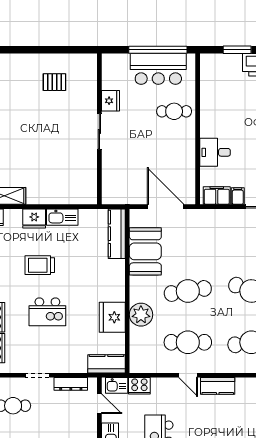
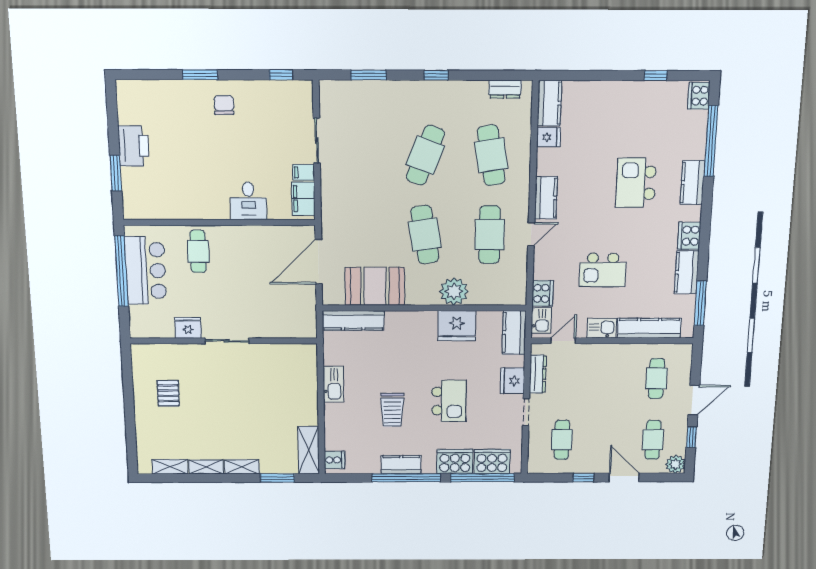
fridge: (34, 219) -> (512, 381), moved, turned 180

